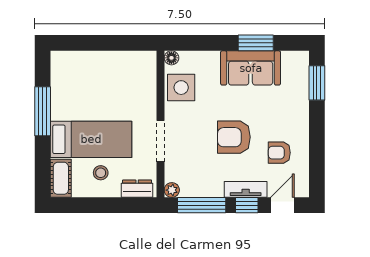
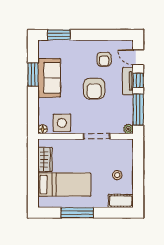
wardrobe: (125, 62) -> (45, 159), added
bed: (91, 139) -> (64, 184), moved, turned 90
dresser: (137, 189) -> (127, 151), removed

